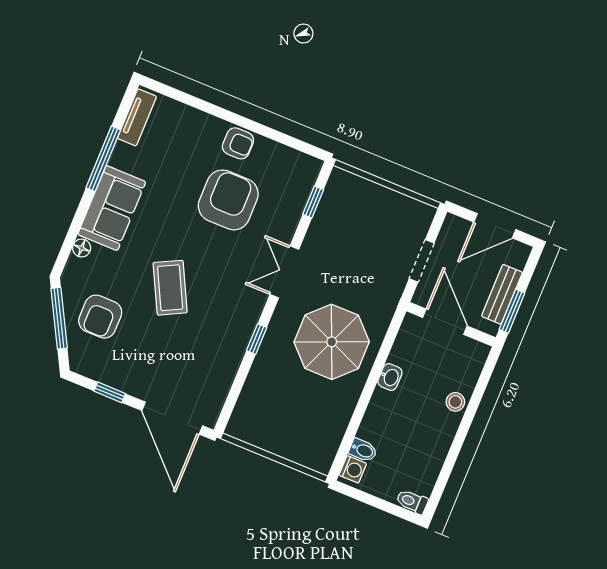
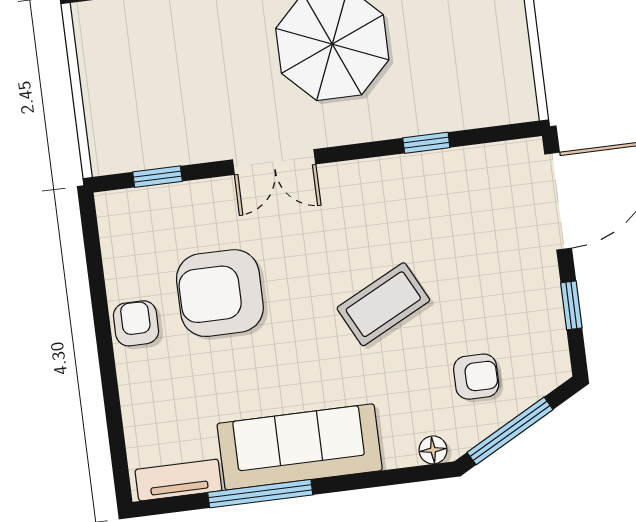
sofa: (112, 208) -> (300, 447), width x1.36
floor lamp: (82, 248) -> (433, 450), moved
armchair: (100, 317) -> (476, 377), width x0.72, depth x0.72
window: (257, 339) -> (426, 143), moved

